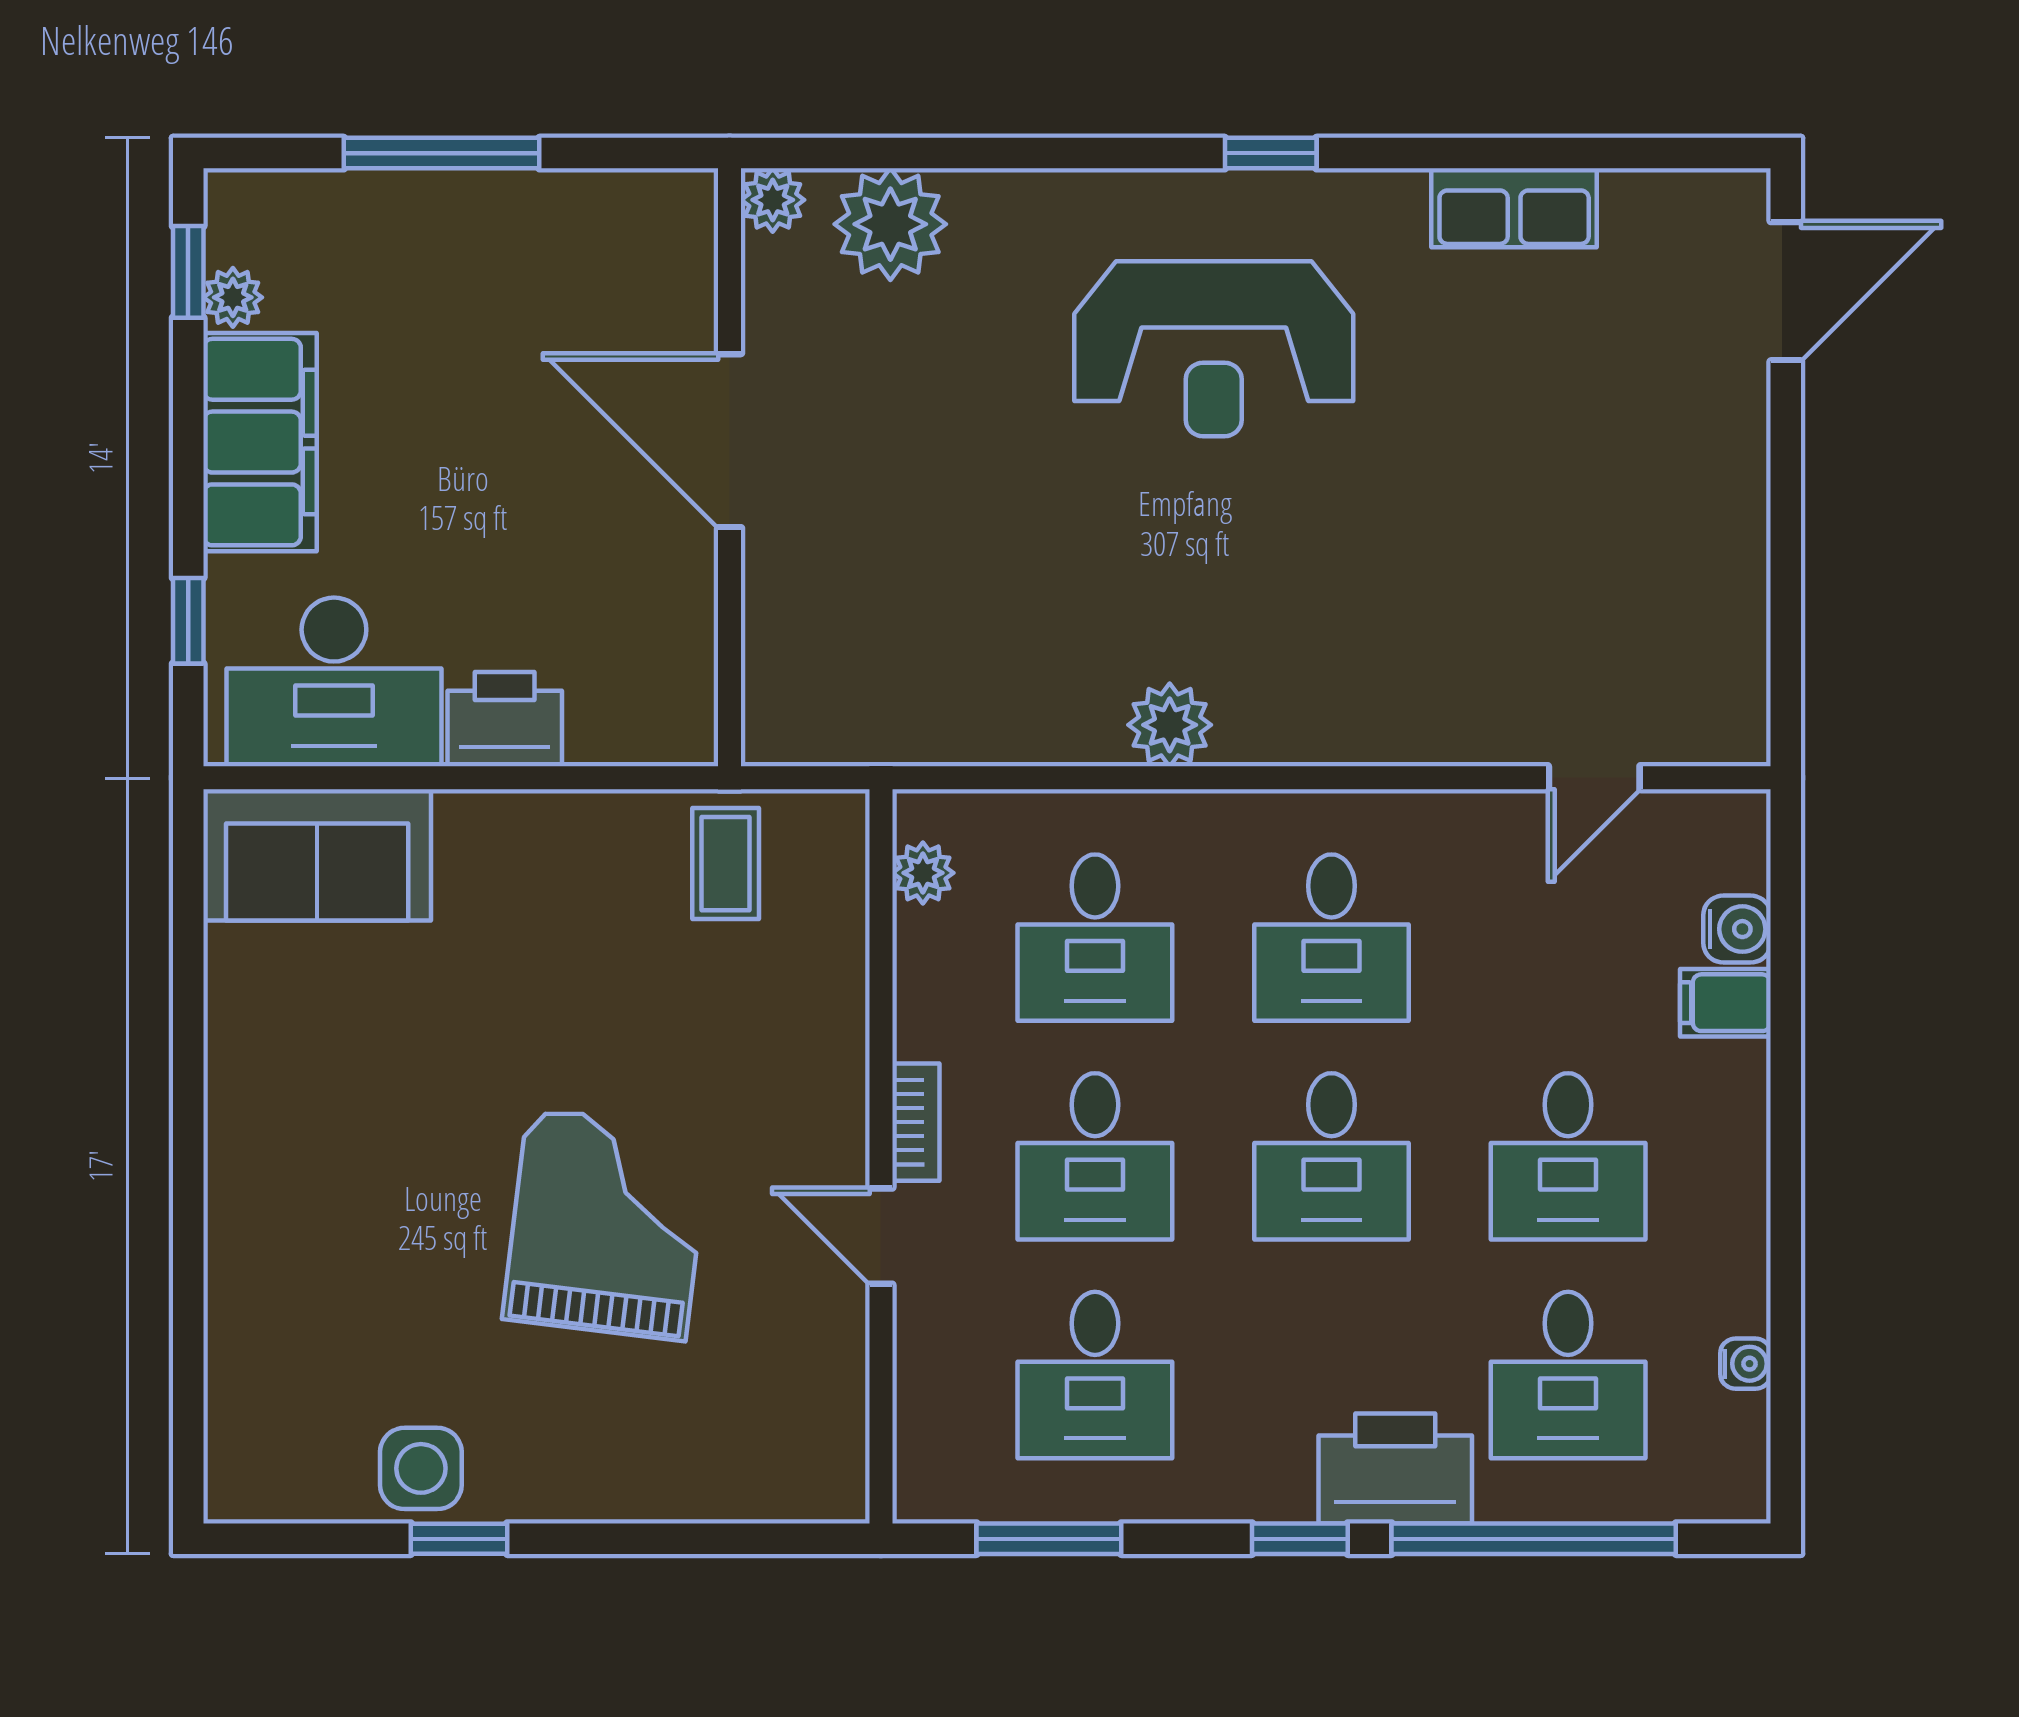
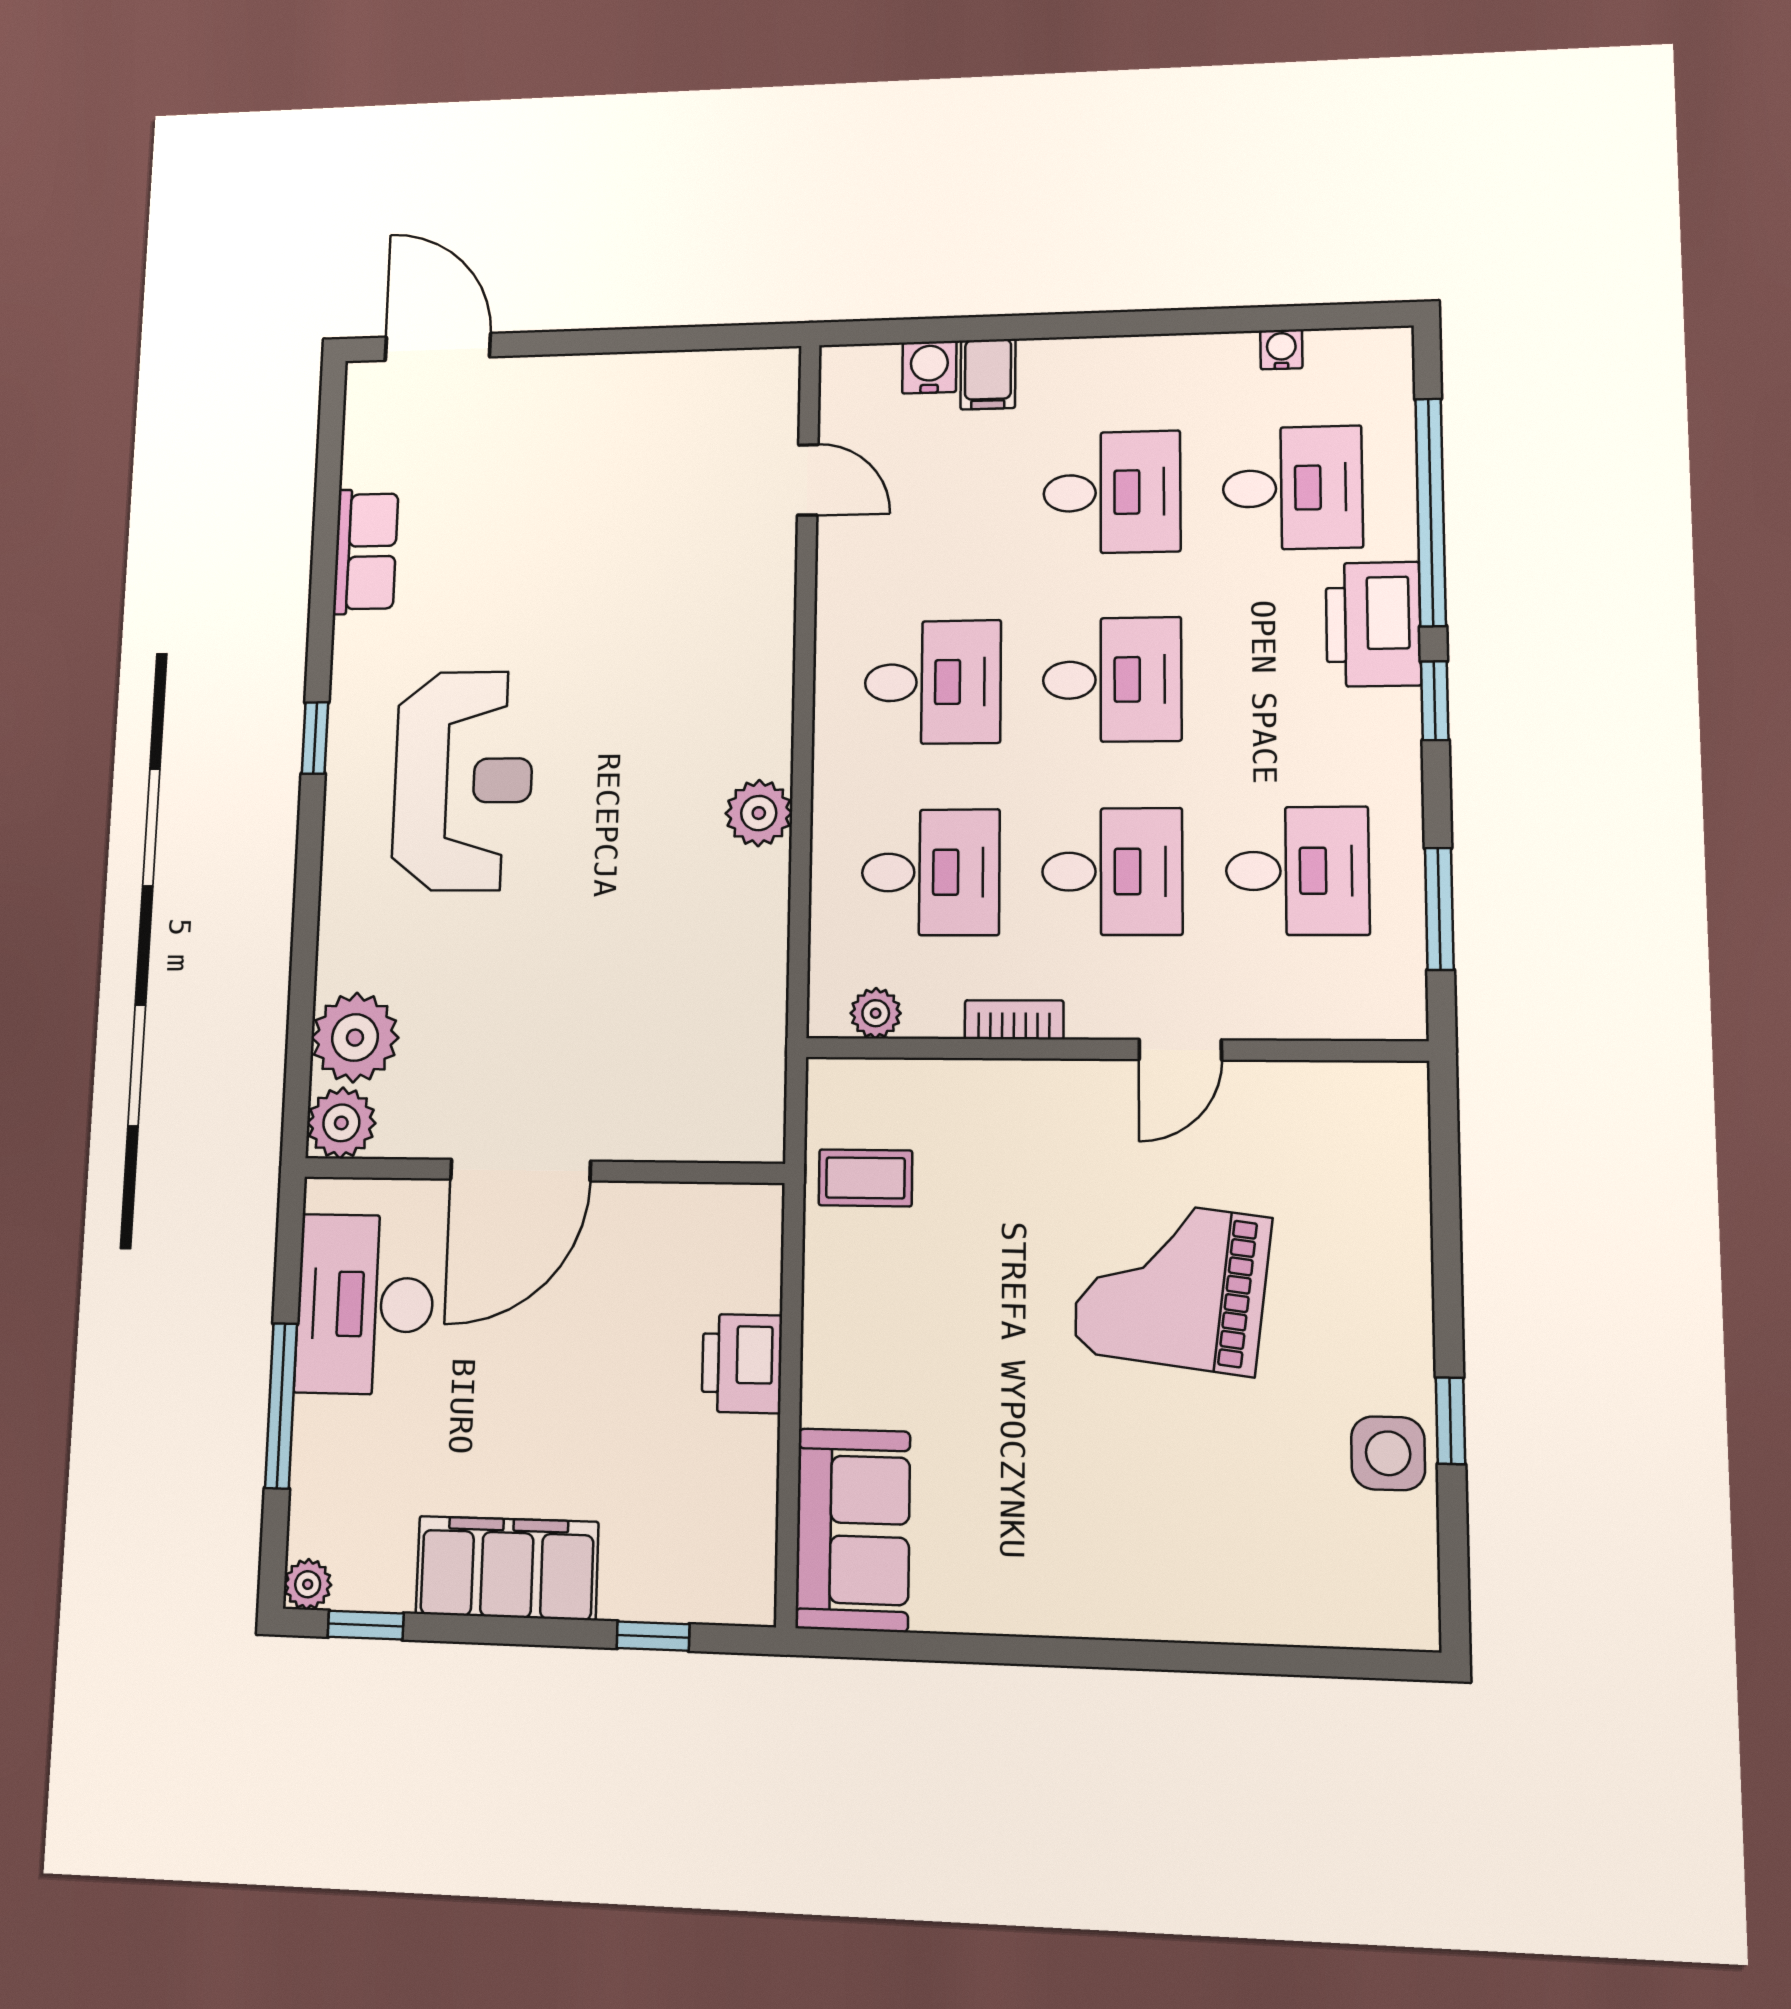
plant: (773, 200) -> (341, 1123), width x1.38, depth x1.38
plant: (233, 297) -> (308, 1584), moved
desk: (334, 682) -> (365, 1304), moved, turned 180
bookcase: (916, 1122) -> (1014, 1020), moved

